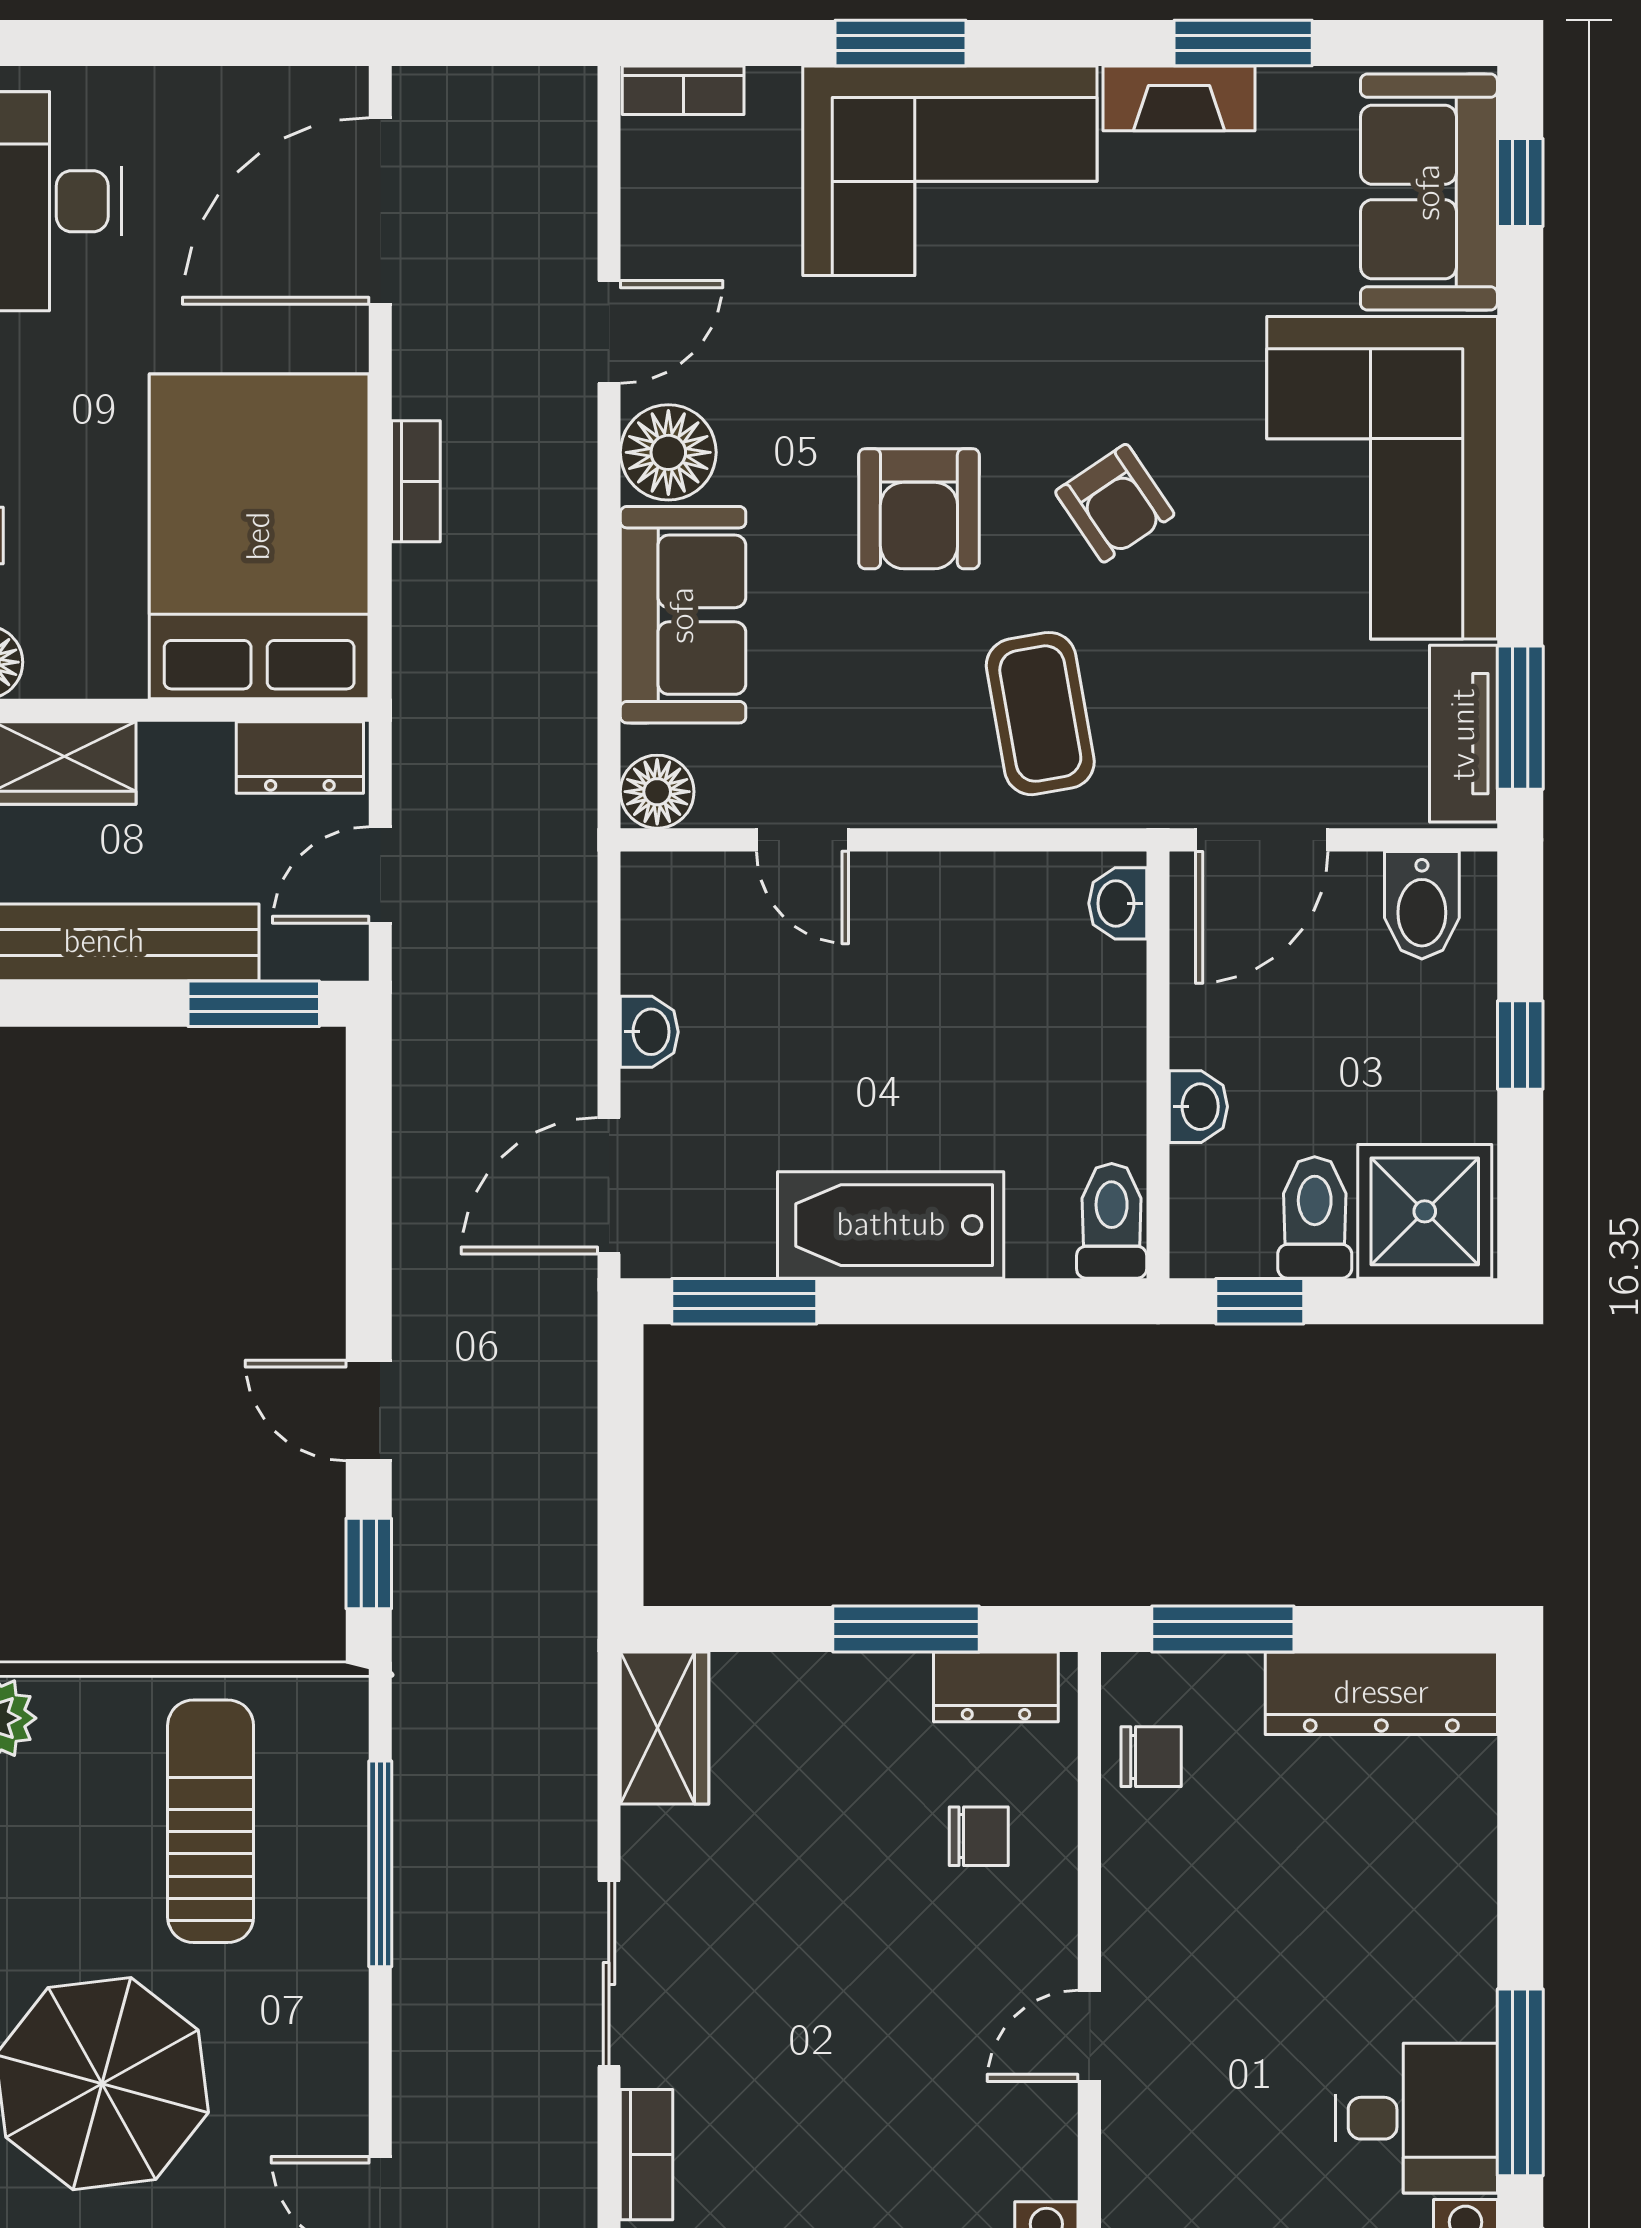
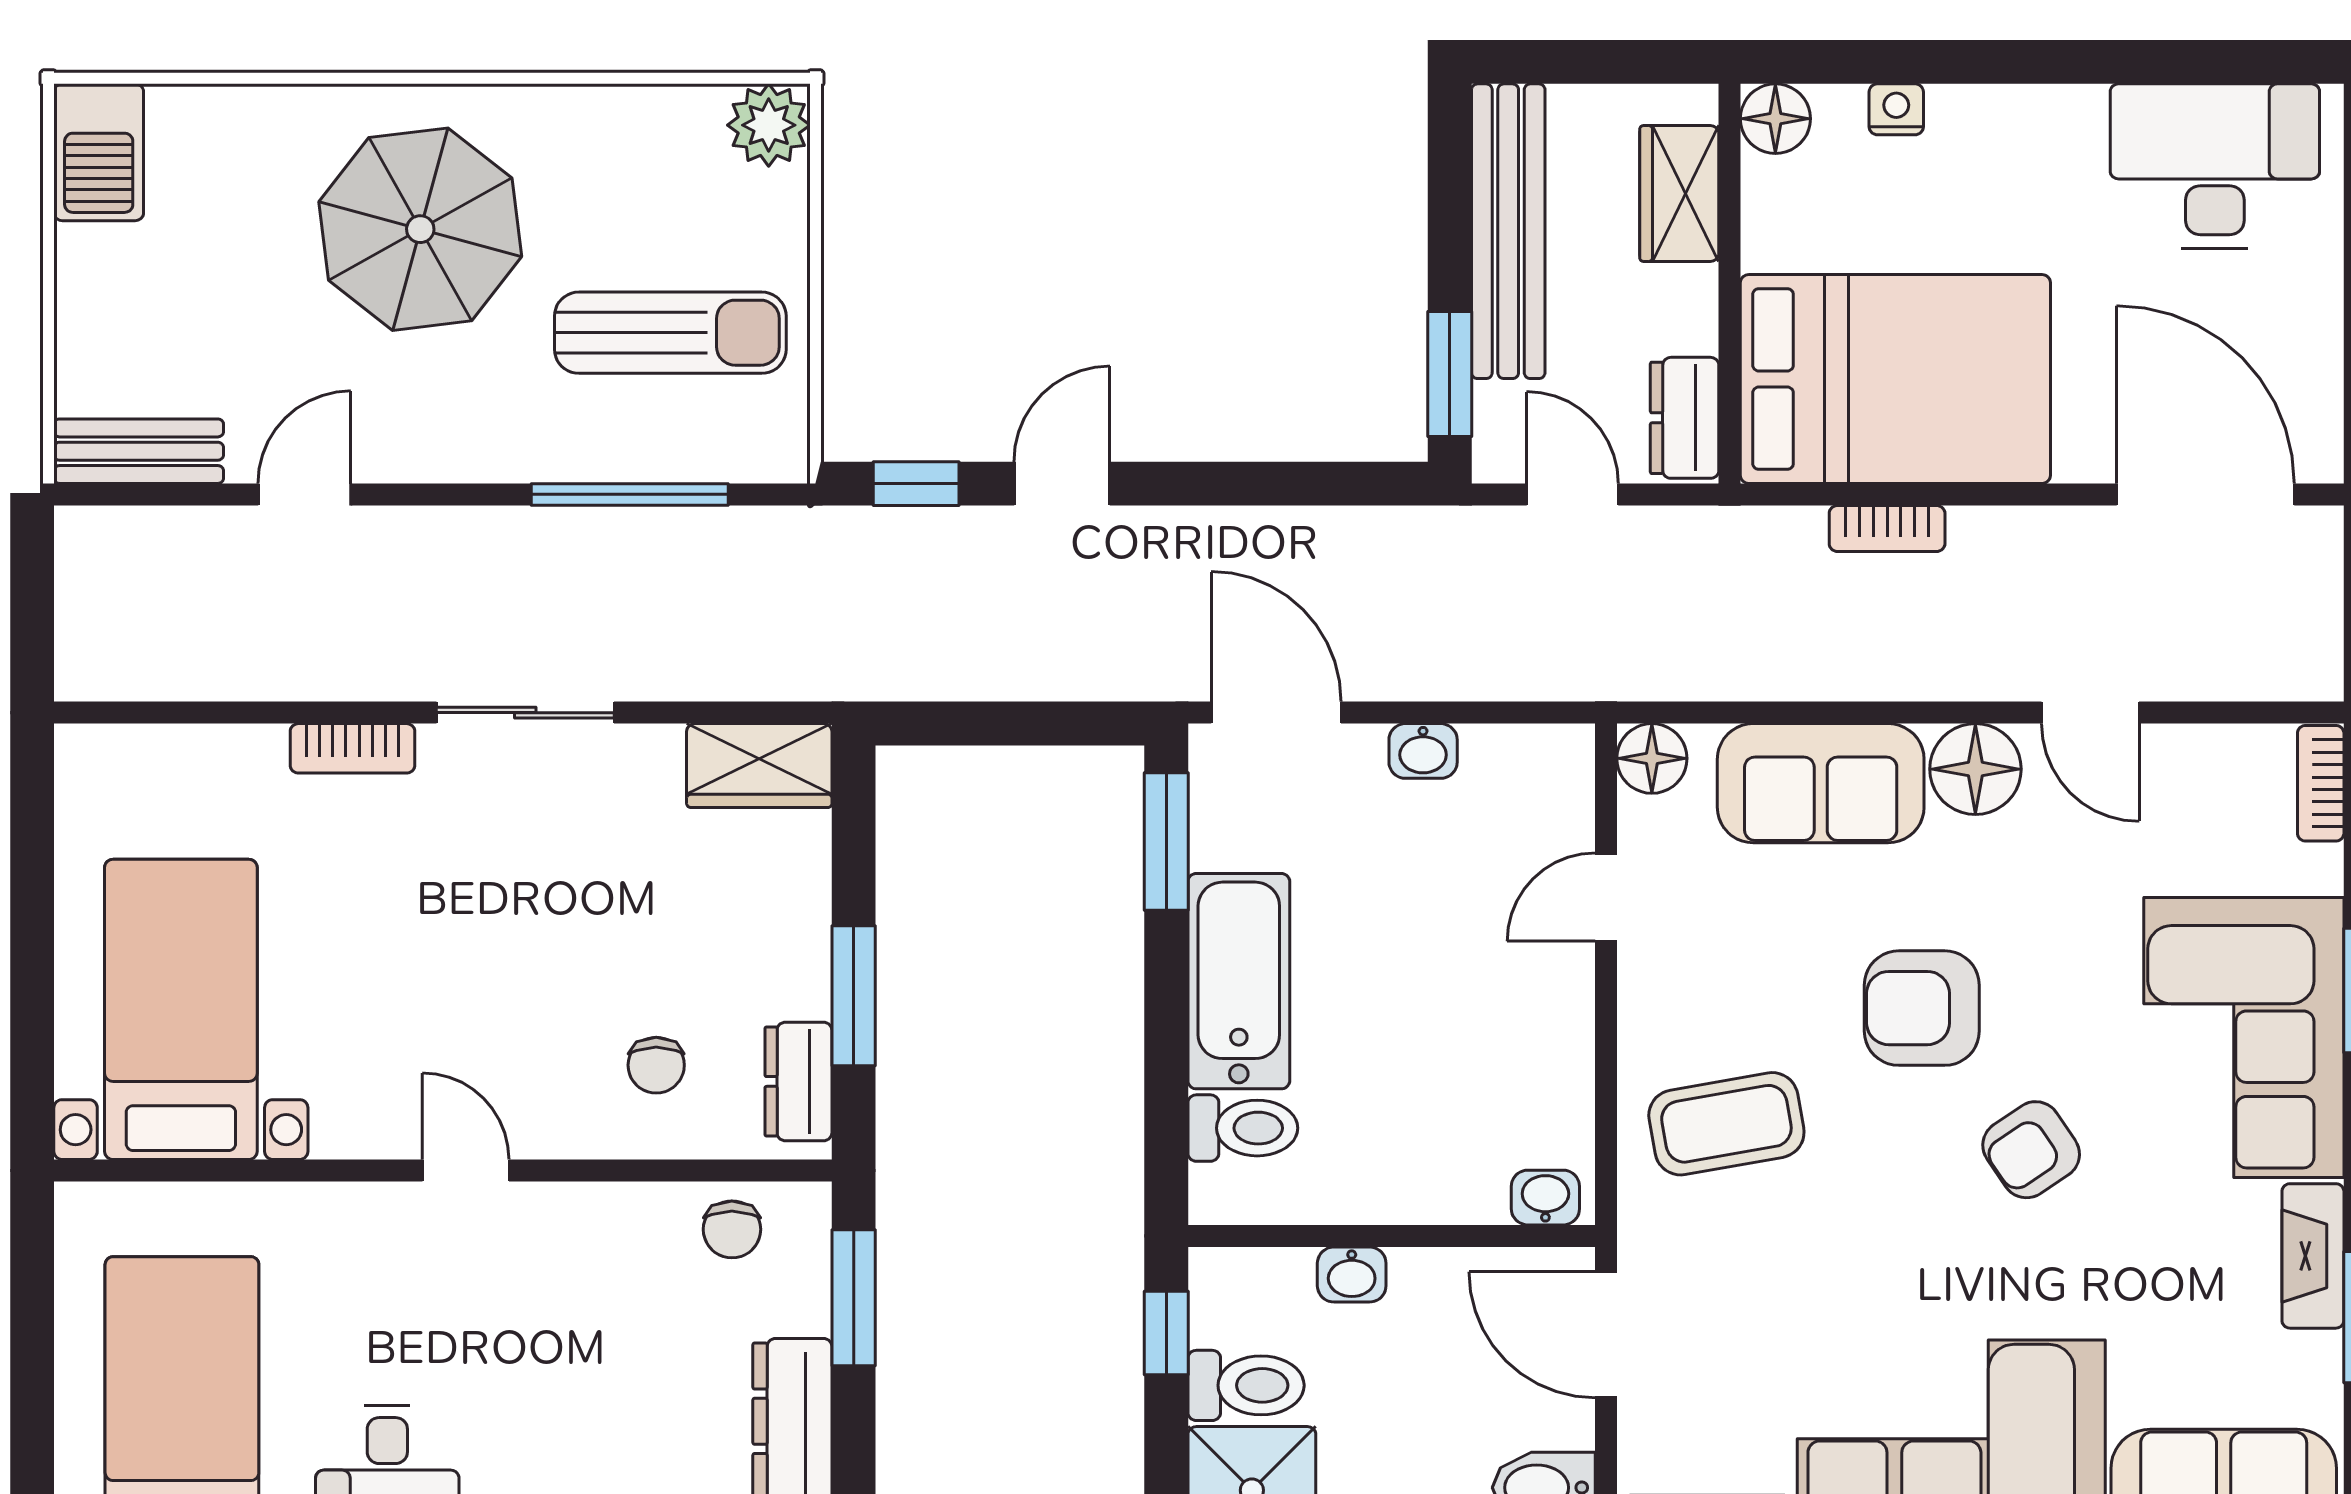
bookcase: (416, 481) -> (1887, 528), moved
armchair: (1115, 503) -> (2031, 1150), moved
toilet: (1112, 1221) -> (1243, 1128), moved

